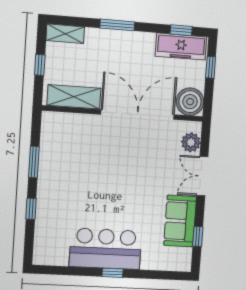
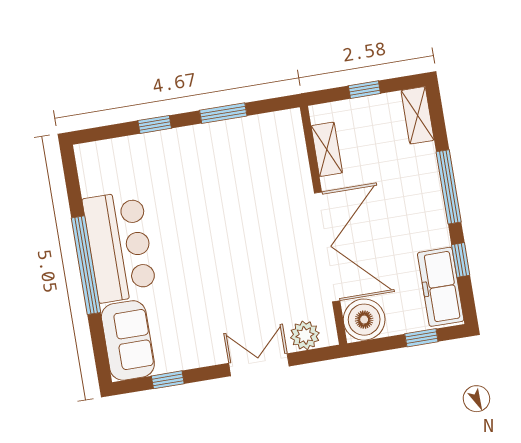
window: (117, 25) -> (449, 187), width x1.44
window: (181, 30) -> (461, 260), moved
shelving: (74, 97) -> (327, 149), width x0.67, depth x0.75
sofa: (180, 221) -> (128, 340), moved, turned 90
window: (113, 273) -> (86, 265), width x3.17

